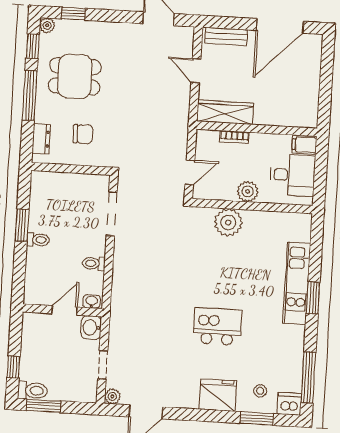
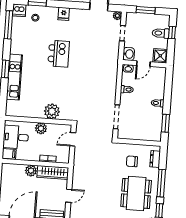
door: (196, 71) -> (69, 196), hinge flipped
dining table: (75, 76) -> (136, 193), width x1.38
plant: (265, 115) -> (31, 171), added
window: (22, 225) -> (166, 123), moved
shower: (34, 325) -> (160, 56), added
kitchen island: (217, 326) -> (59, 54), turned -90
toilet: (33, 390) -> (161, 33), moved
fridge: (218, 395) -> (64, 14), width x0.53, depth x0.75
window: (43, 406) -> (146, 10), moved

